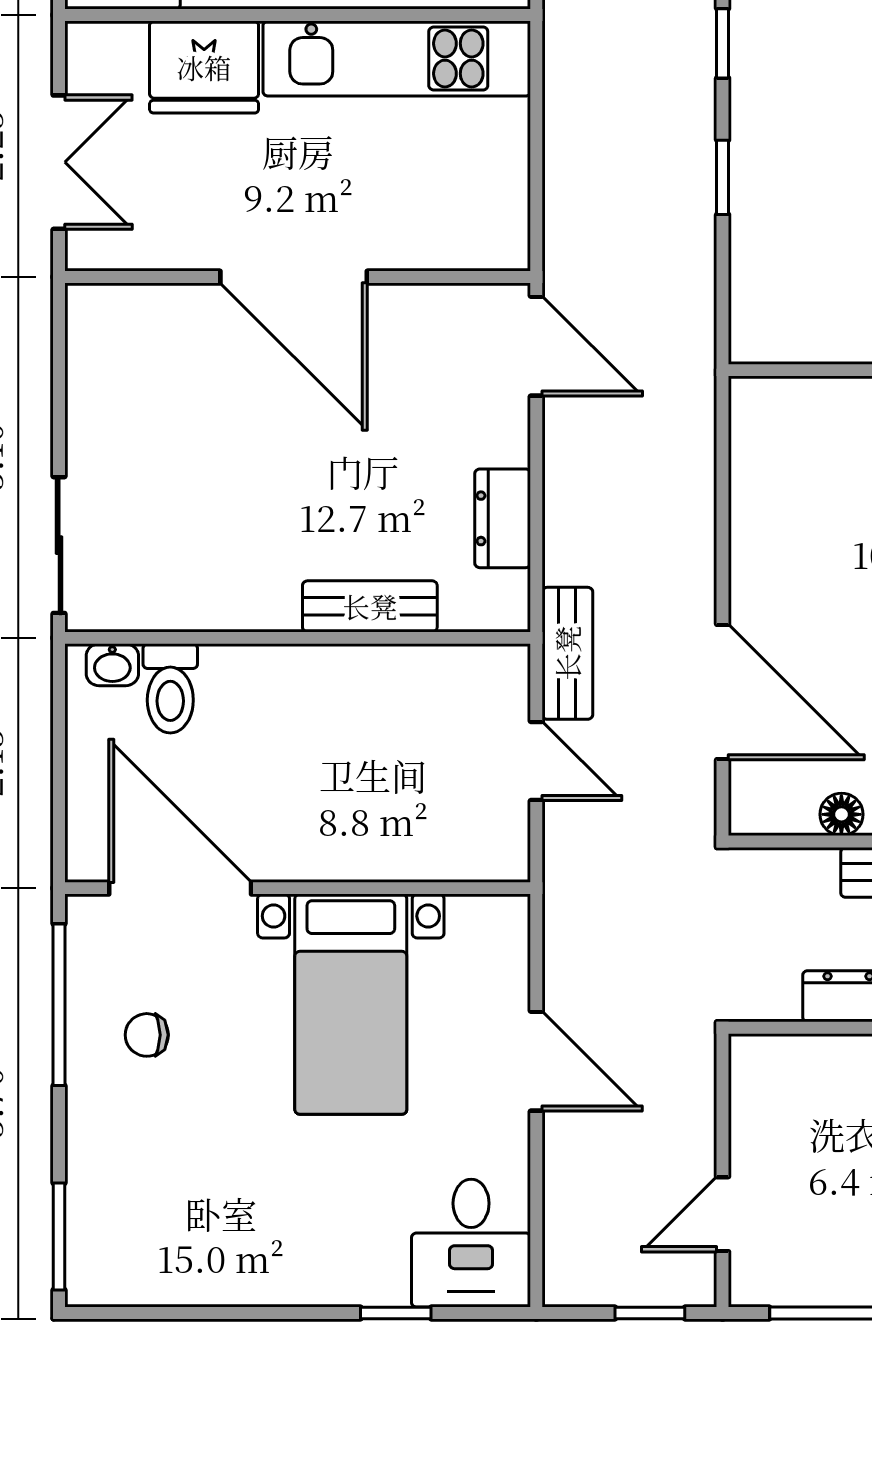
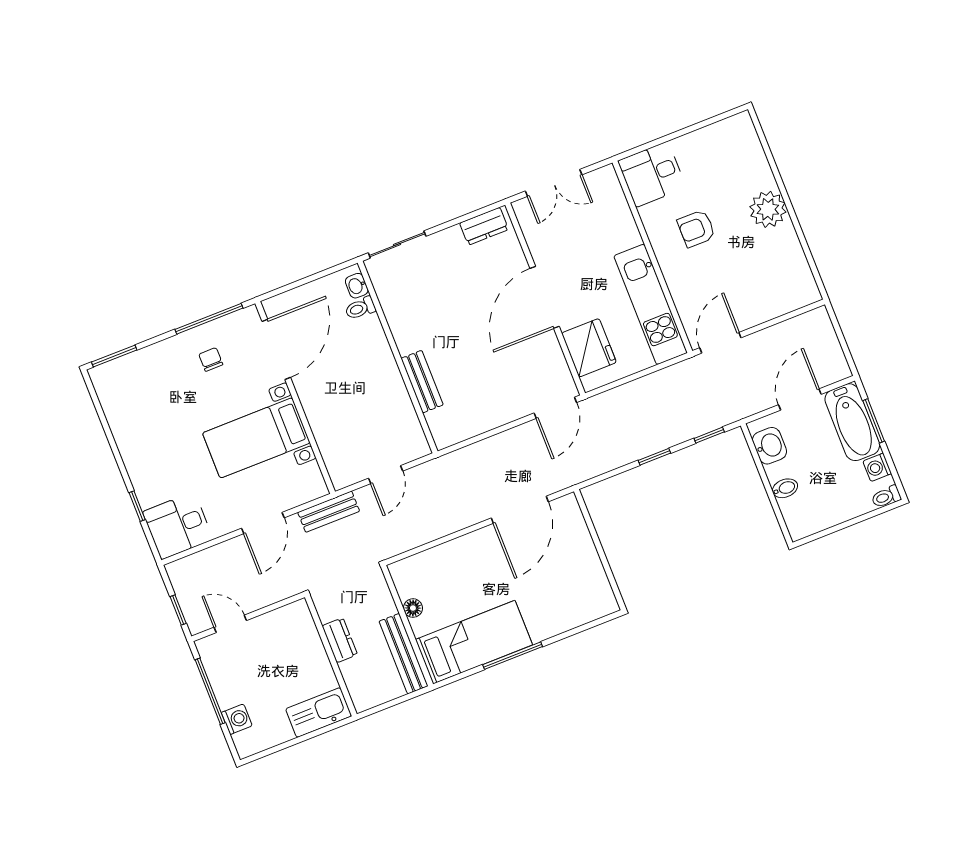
fridge: (204, 67) -> (589, 348), moved, turned 180
dresser: (503, 518) -> (484, 226), moved, turned 180
bench: (567, 653) -> (329, 512), moved
toilet: (170, 688) -> (360, 308), width x0.73, depth x0.72
door: (723, 692) -> (520, 510), moved

